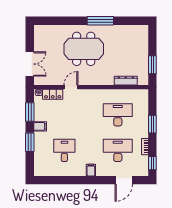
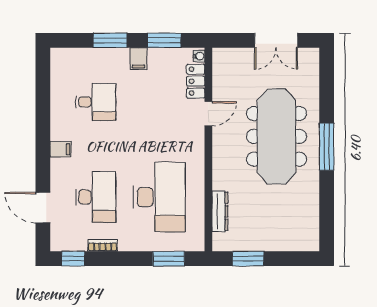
window: (100, 21) -> (327, 147), moved
meeting table: (84, 49) -> (277, 136), width x1.36
double door: (30, 64) -> (276, 40), moved
door: (71, 87) -> (208, 114), hinge flipped
desk: (118, 115) -> (159, 197), width x1.36, depth x1.30
window: (152, 124) -> (169, 259), moved

